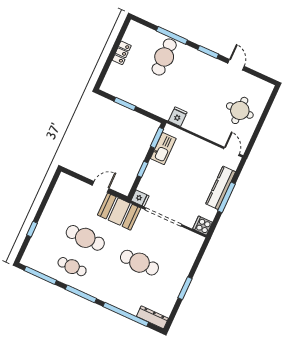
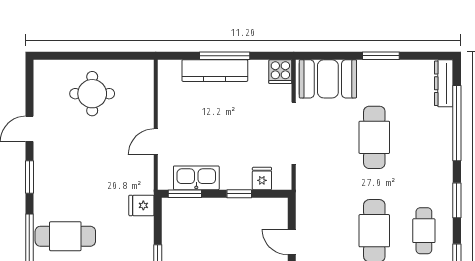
fridge: (178, 117) -> (141, 205), moved
door: (232, 151) -> (156, 142), moved
fridge: (140, 198) -> (262, 179), moved
booth: (119, 212) -> (328, 79), moved, turned 90
window: (81, 294) -> (457, 200), width x0.69

